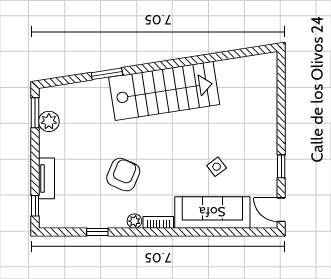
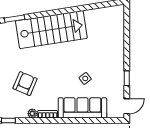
door: (281, 210) -> (127, 106), swing flipped

